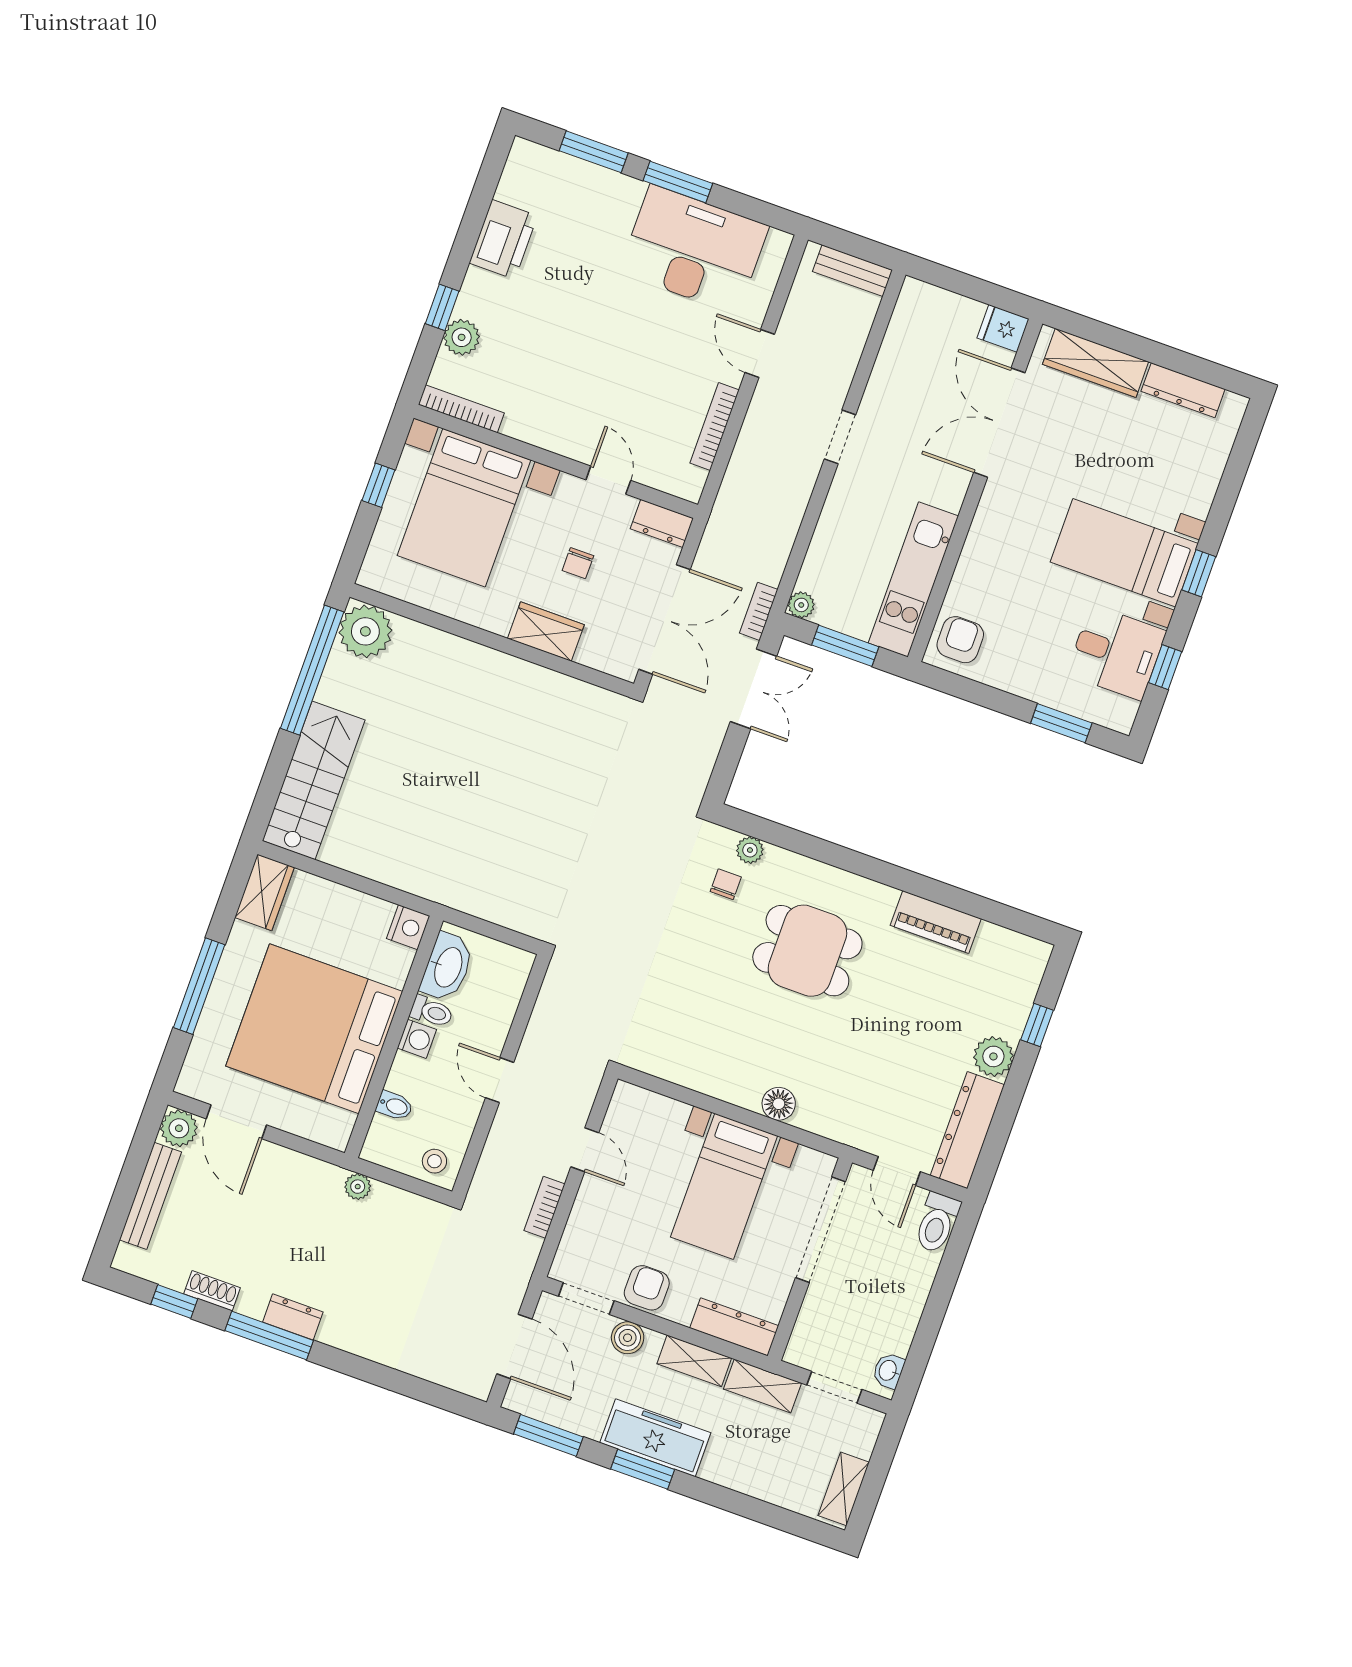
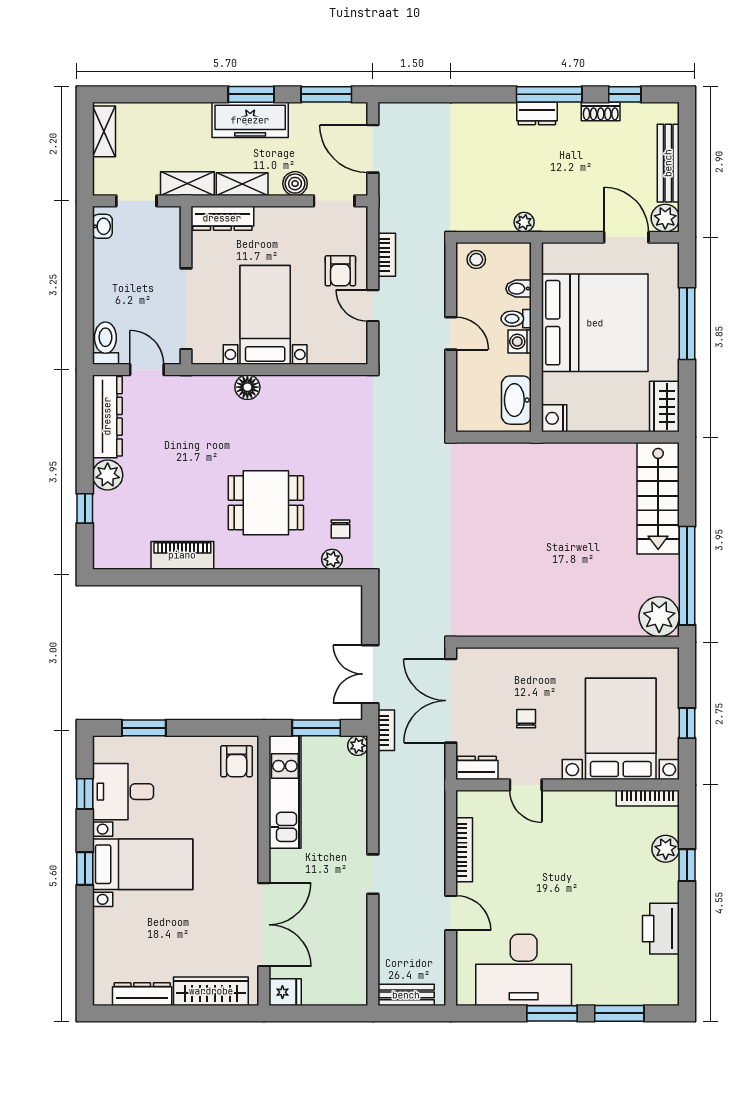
wardrobe: (546, 632) -> (532, 662), removed
toilet: (432, 1012) -> (516, 319), moved
armchair: (647, 1288) -> (340, 271), moved

